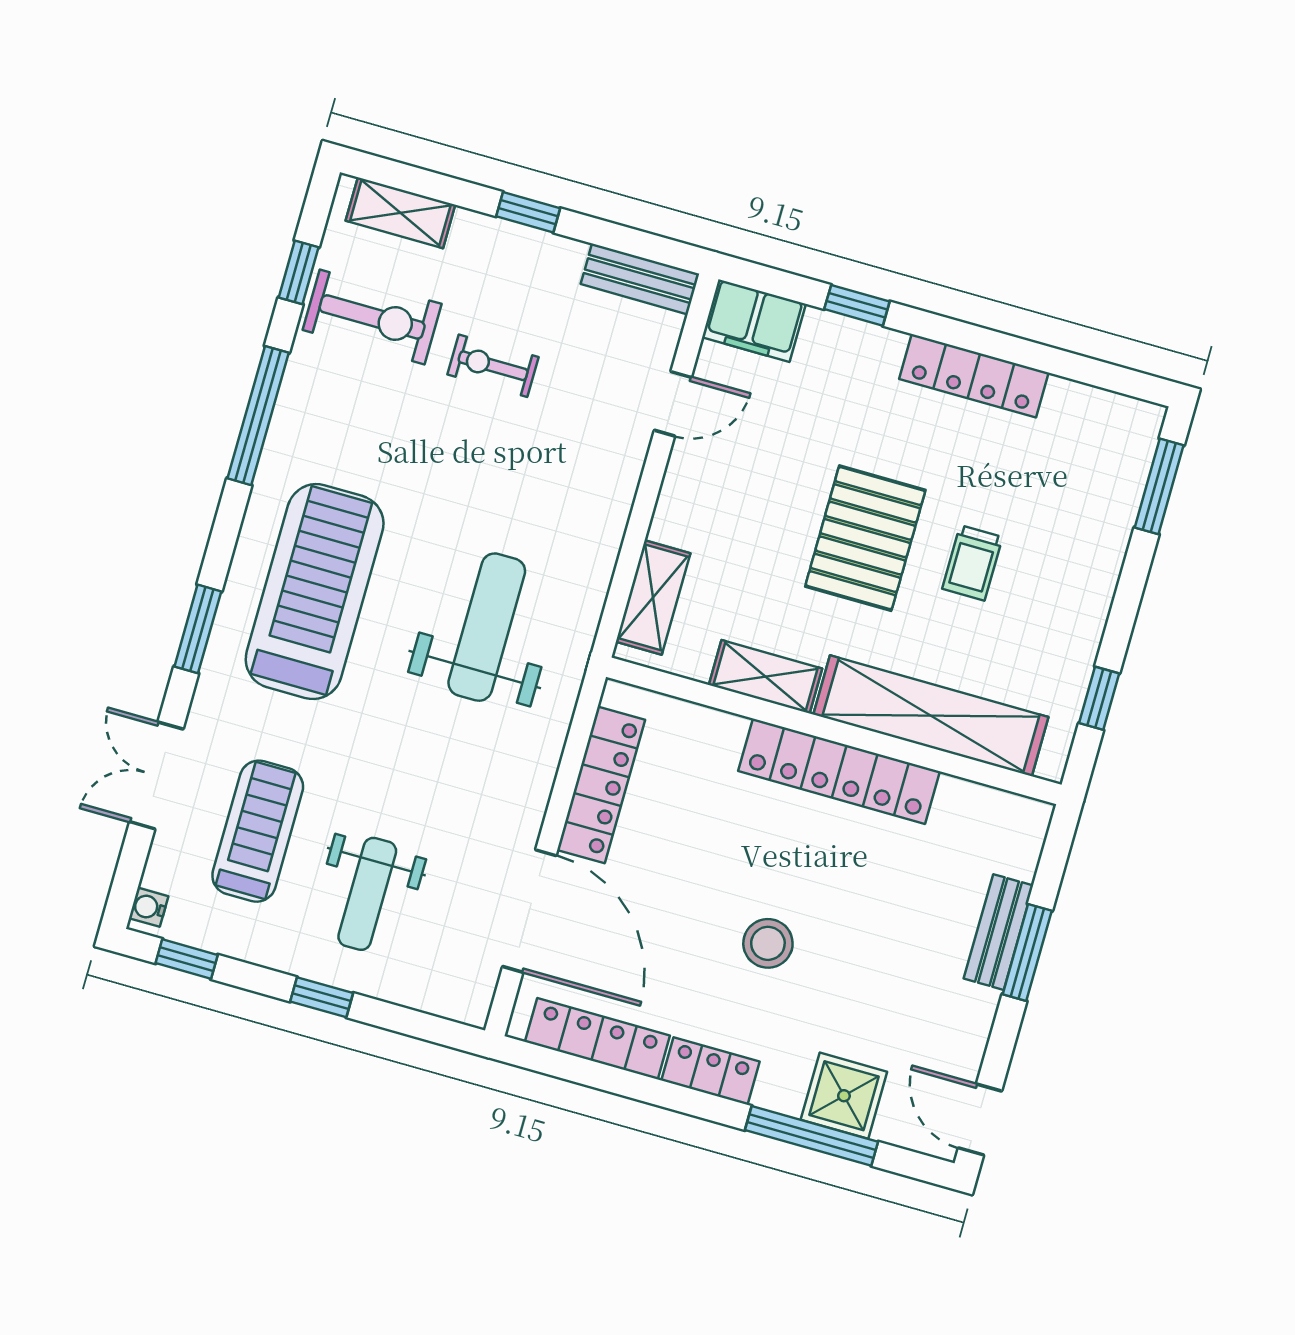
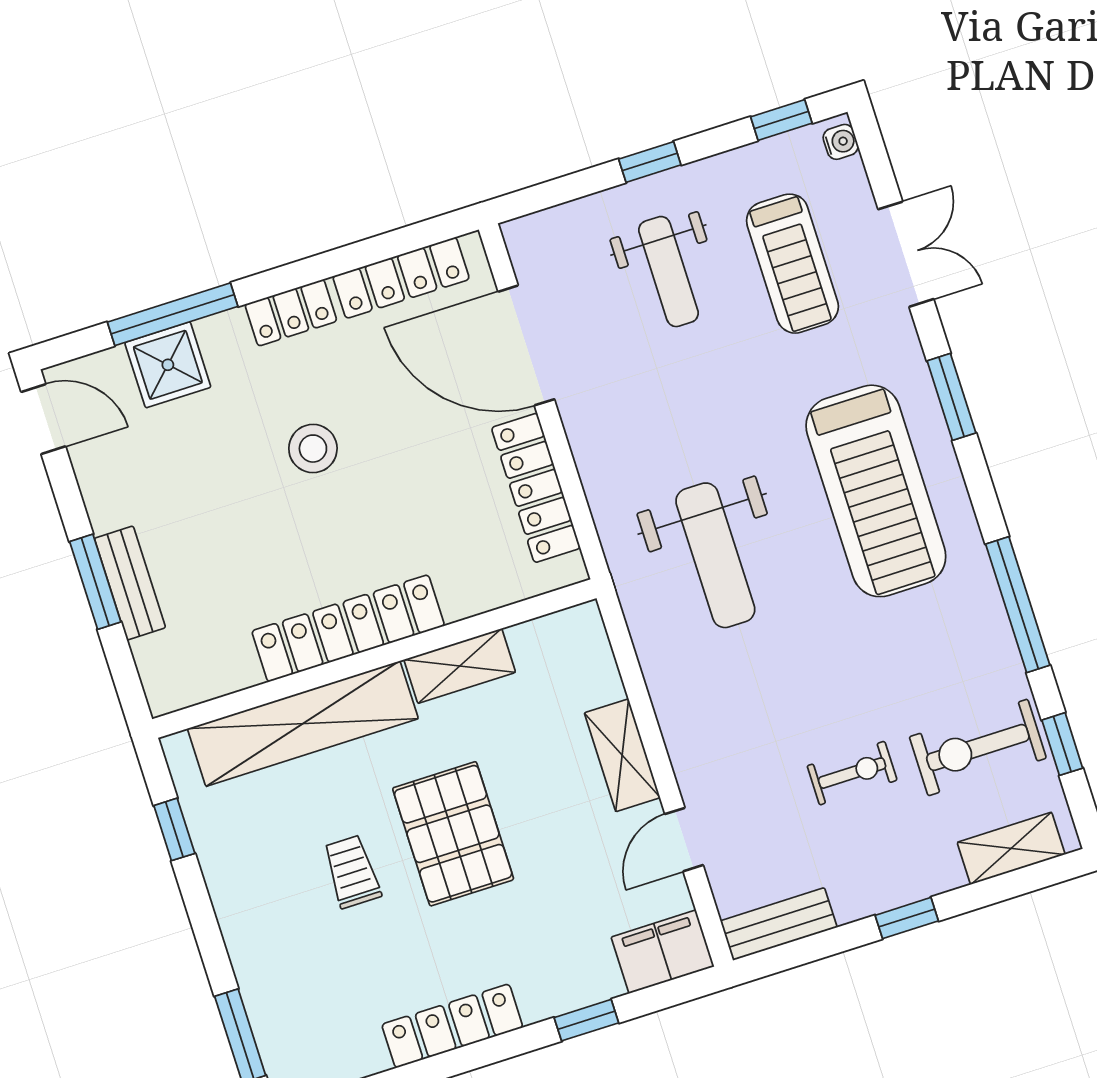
shelving: (653, 597) -> (622, 755), moved
weight bench: (367, 894) -> (669, 272), turned 180

